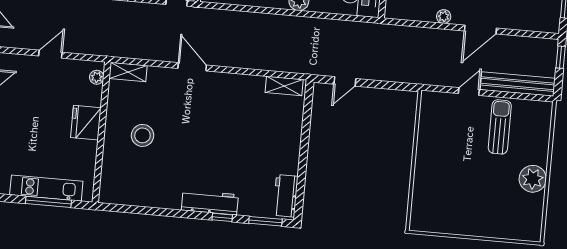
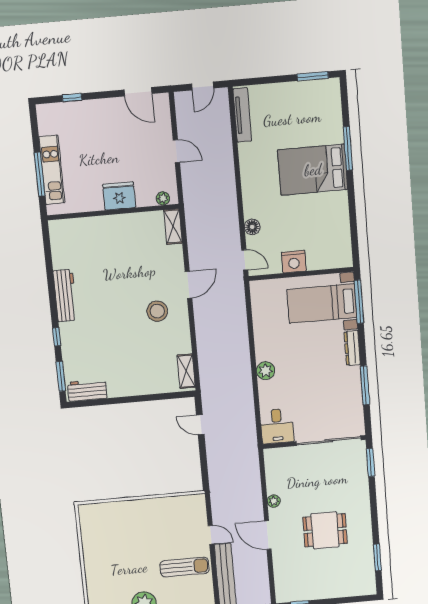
stool: (142, 135) -> (157, 311), moved
workbench: (210, 202) -> (65, 295), moved

